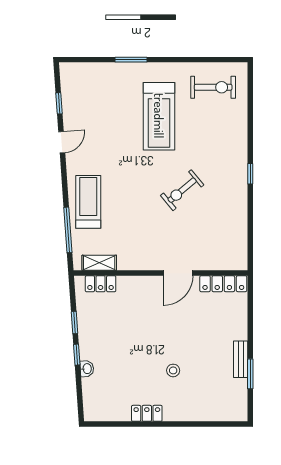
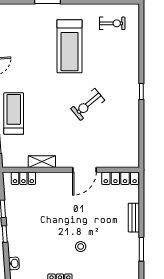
exercise bike: (213, 87) -> (112, 23), width x0.73, depth x0.72
shelving: (99, 263) -> (42, 162), moved
bench: (241, 359) -> (134, 218), moved
washbasin: (87, 369) -> (14, 263), moved

